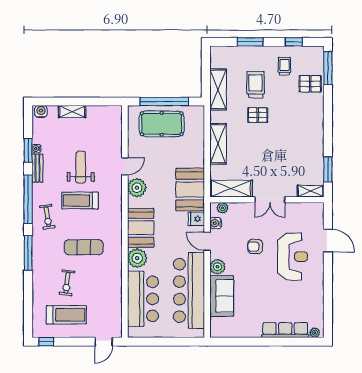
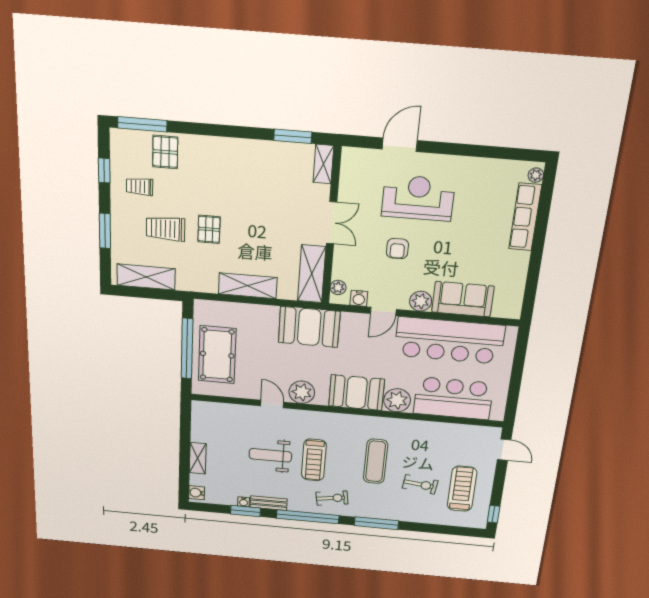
shelving: (218, 89) -> (146, 277), moved
fridge: (196, 219) -> (351, 323), removed

